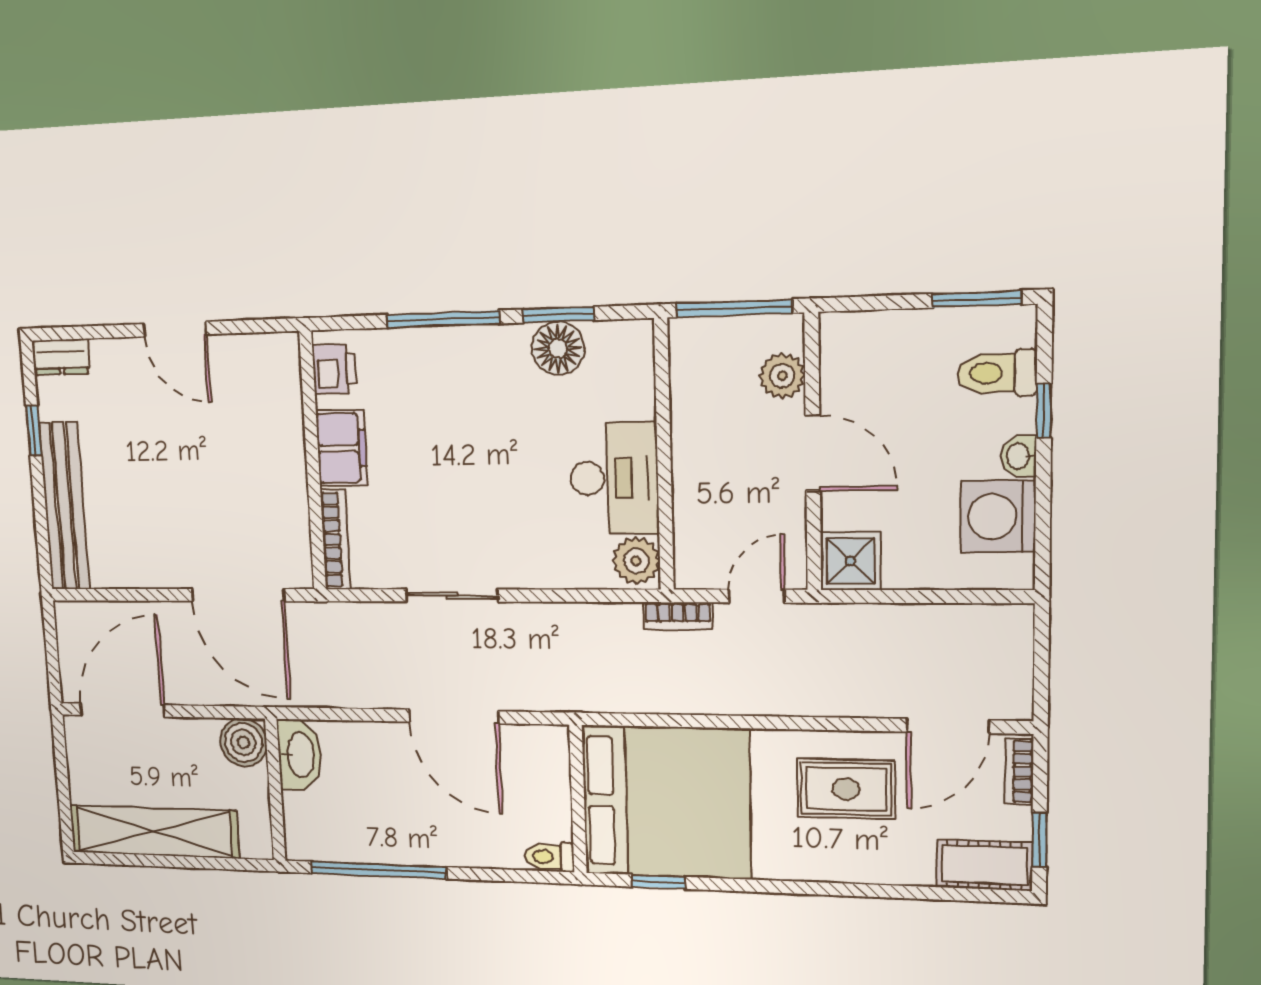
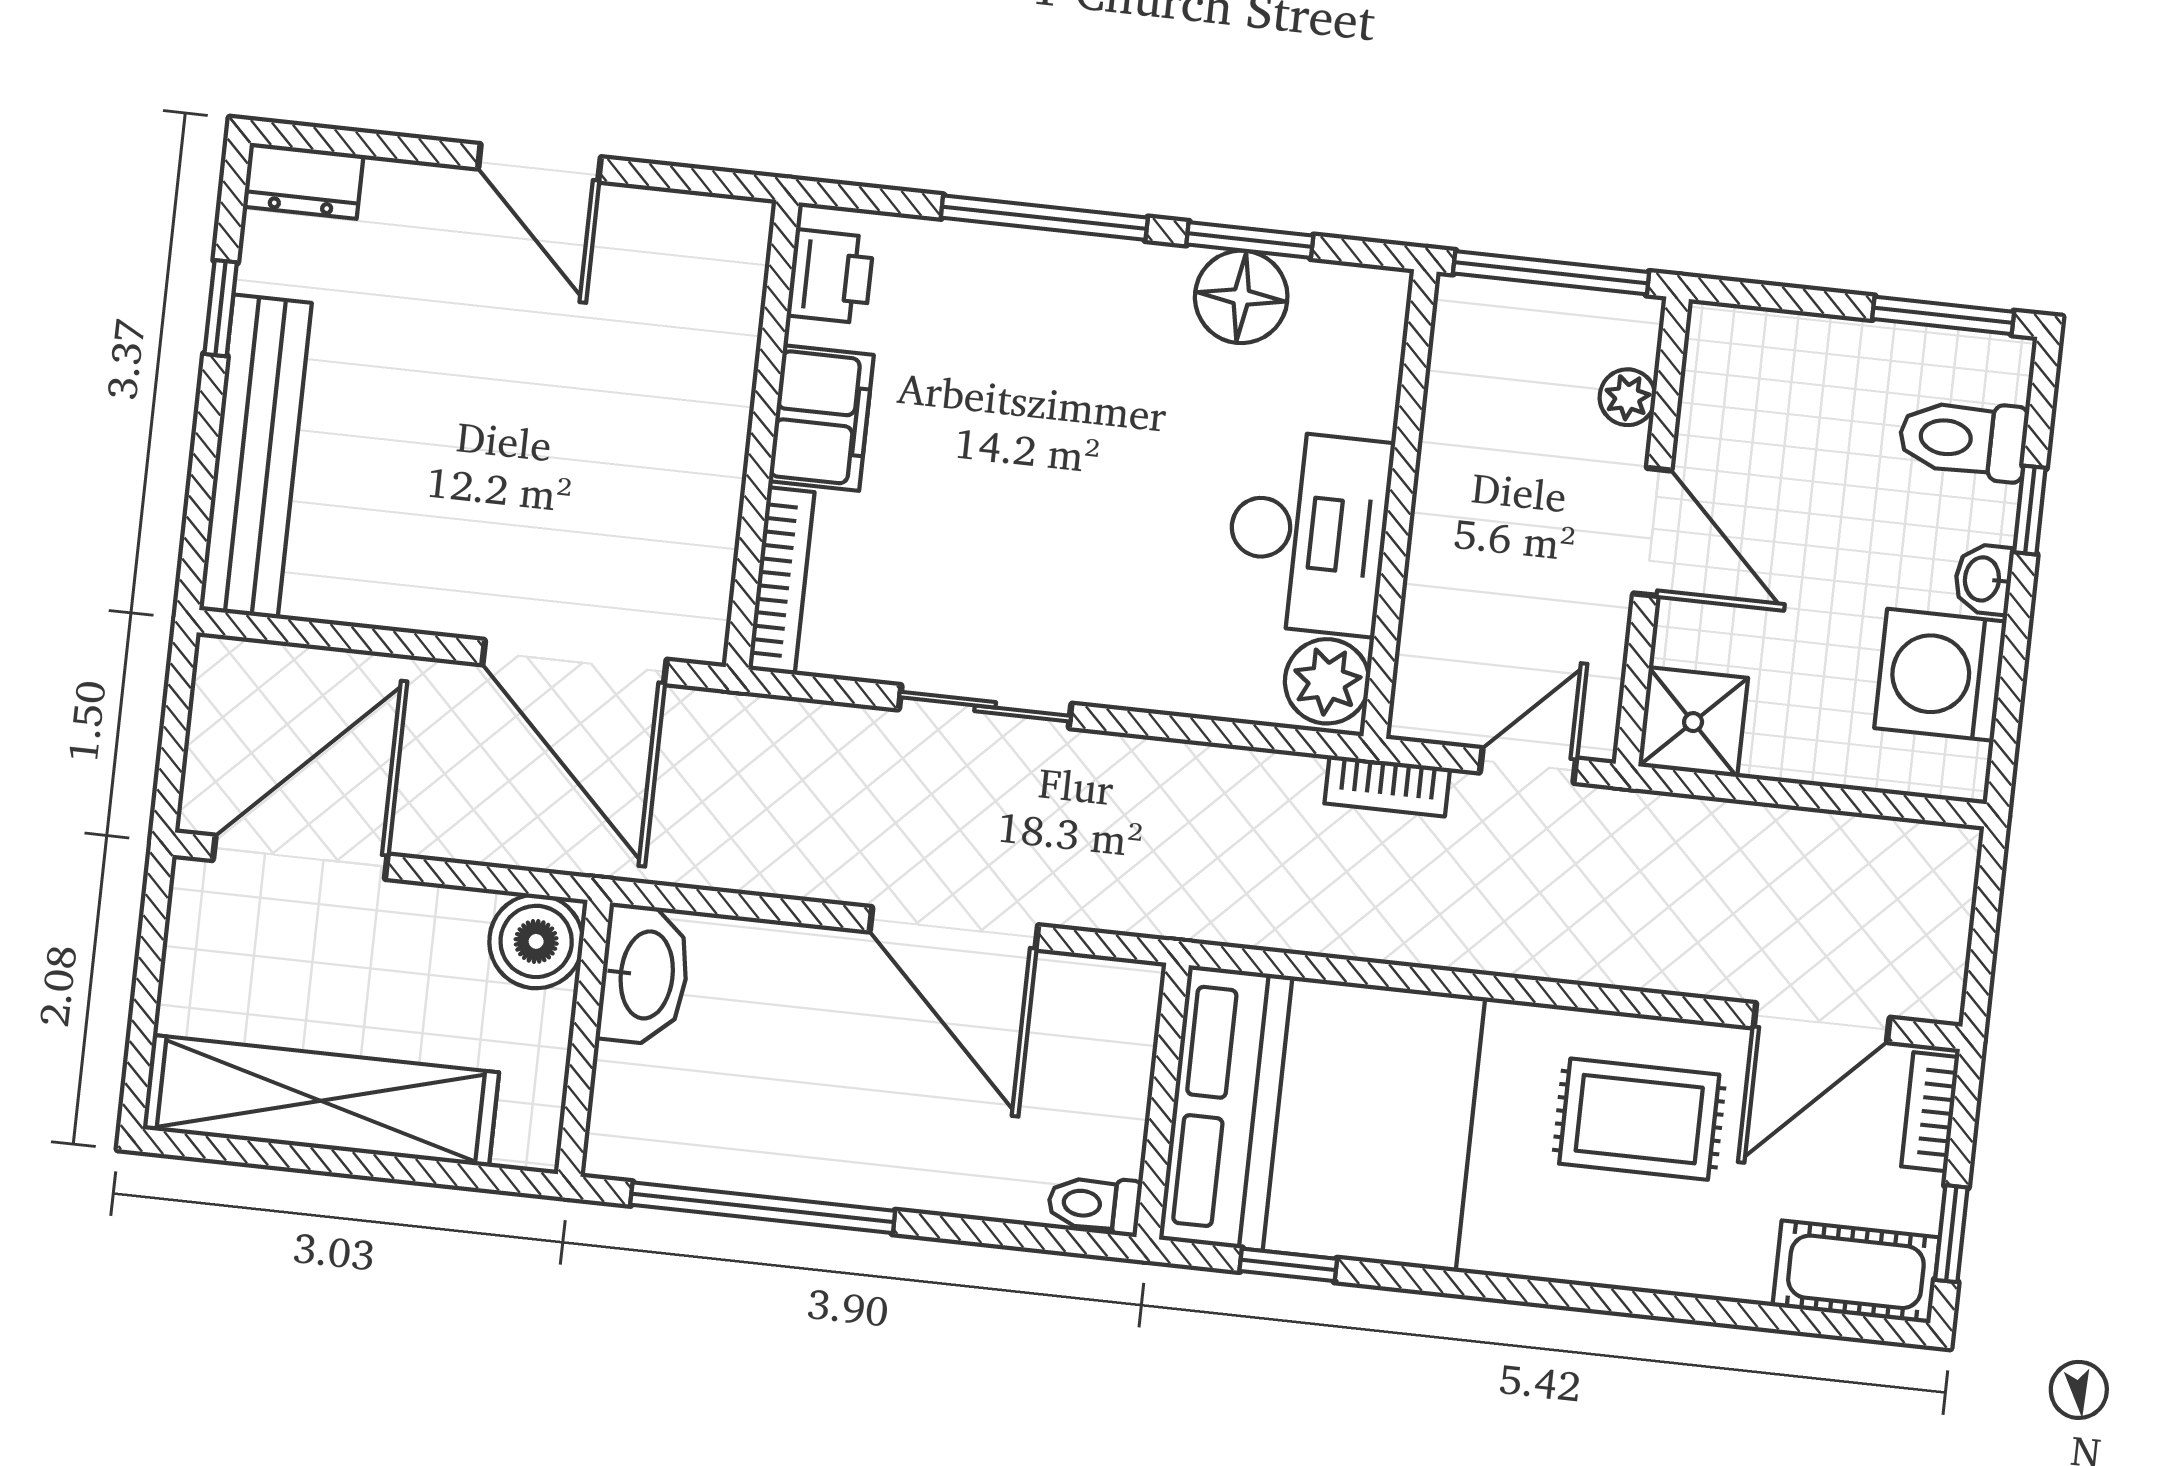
plant: (782, 376) -> (1628, 397), width x0.73, depth x0.73

